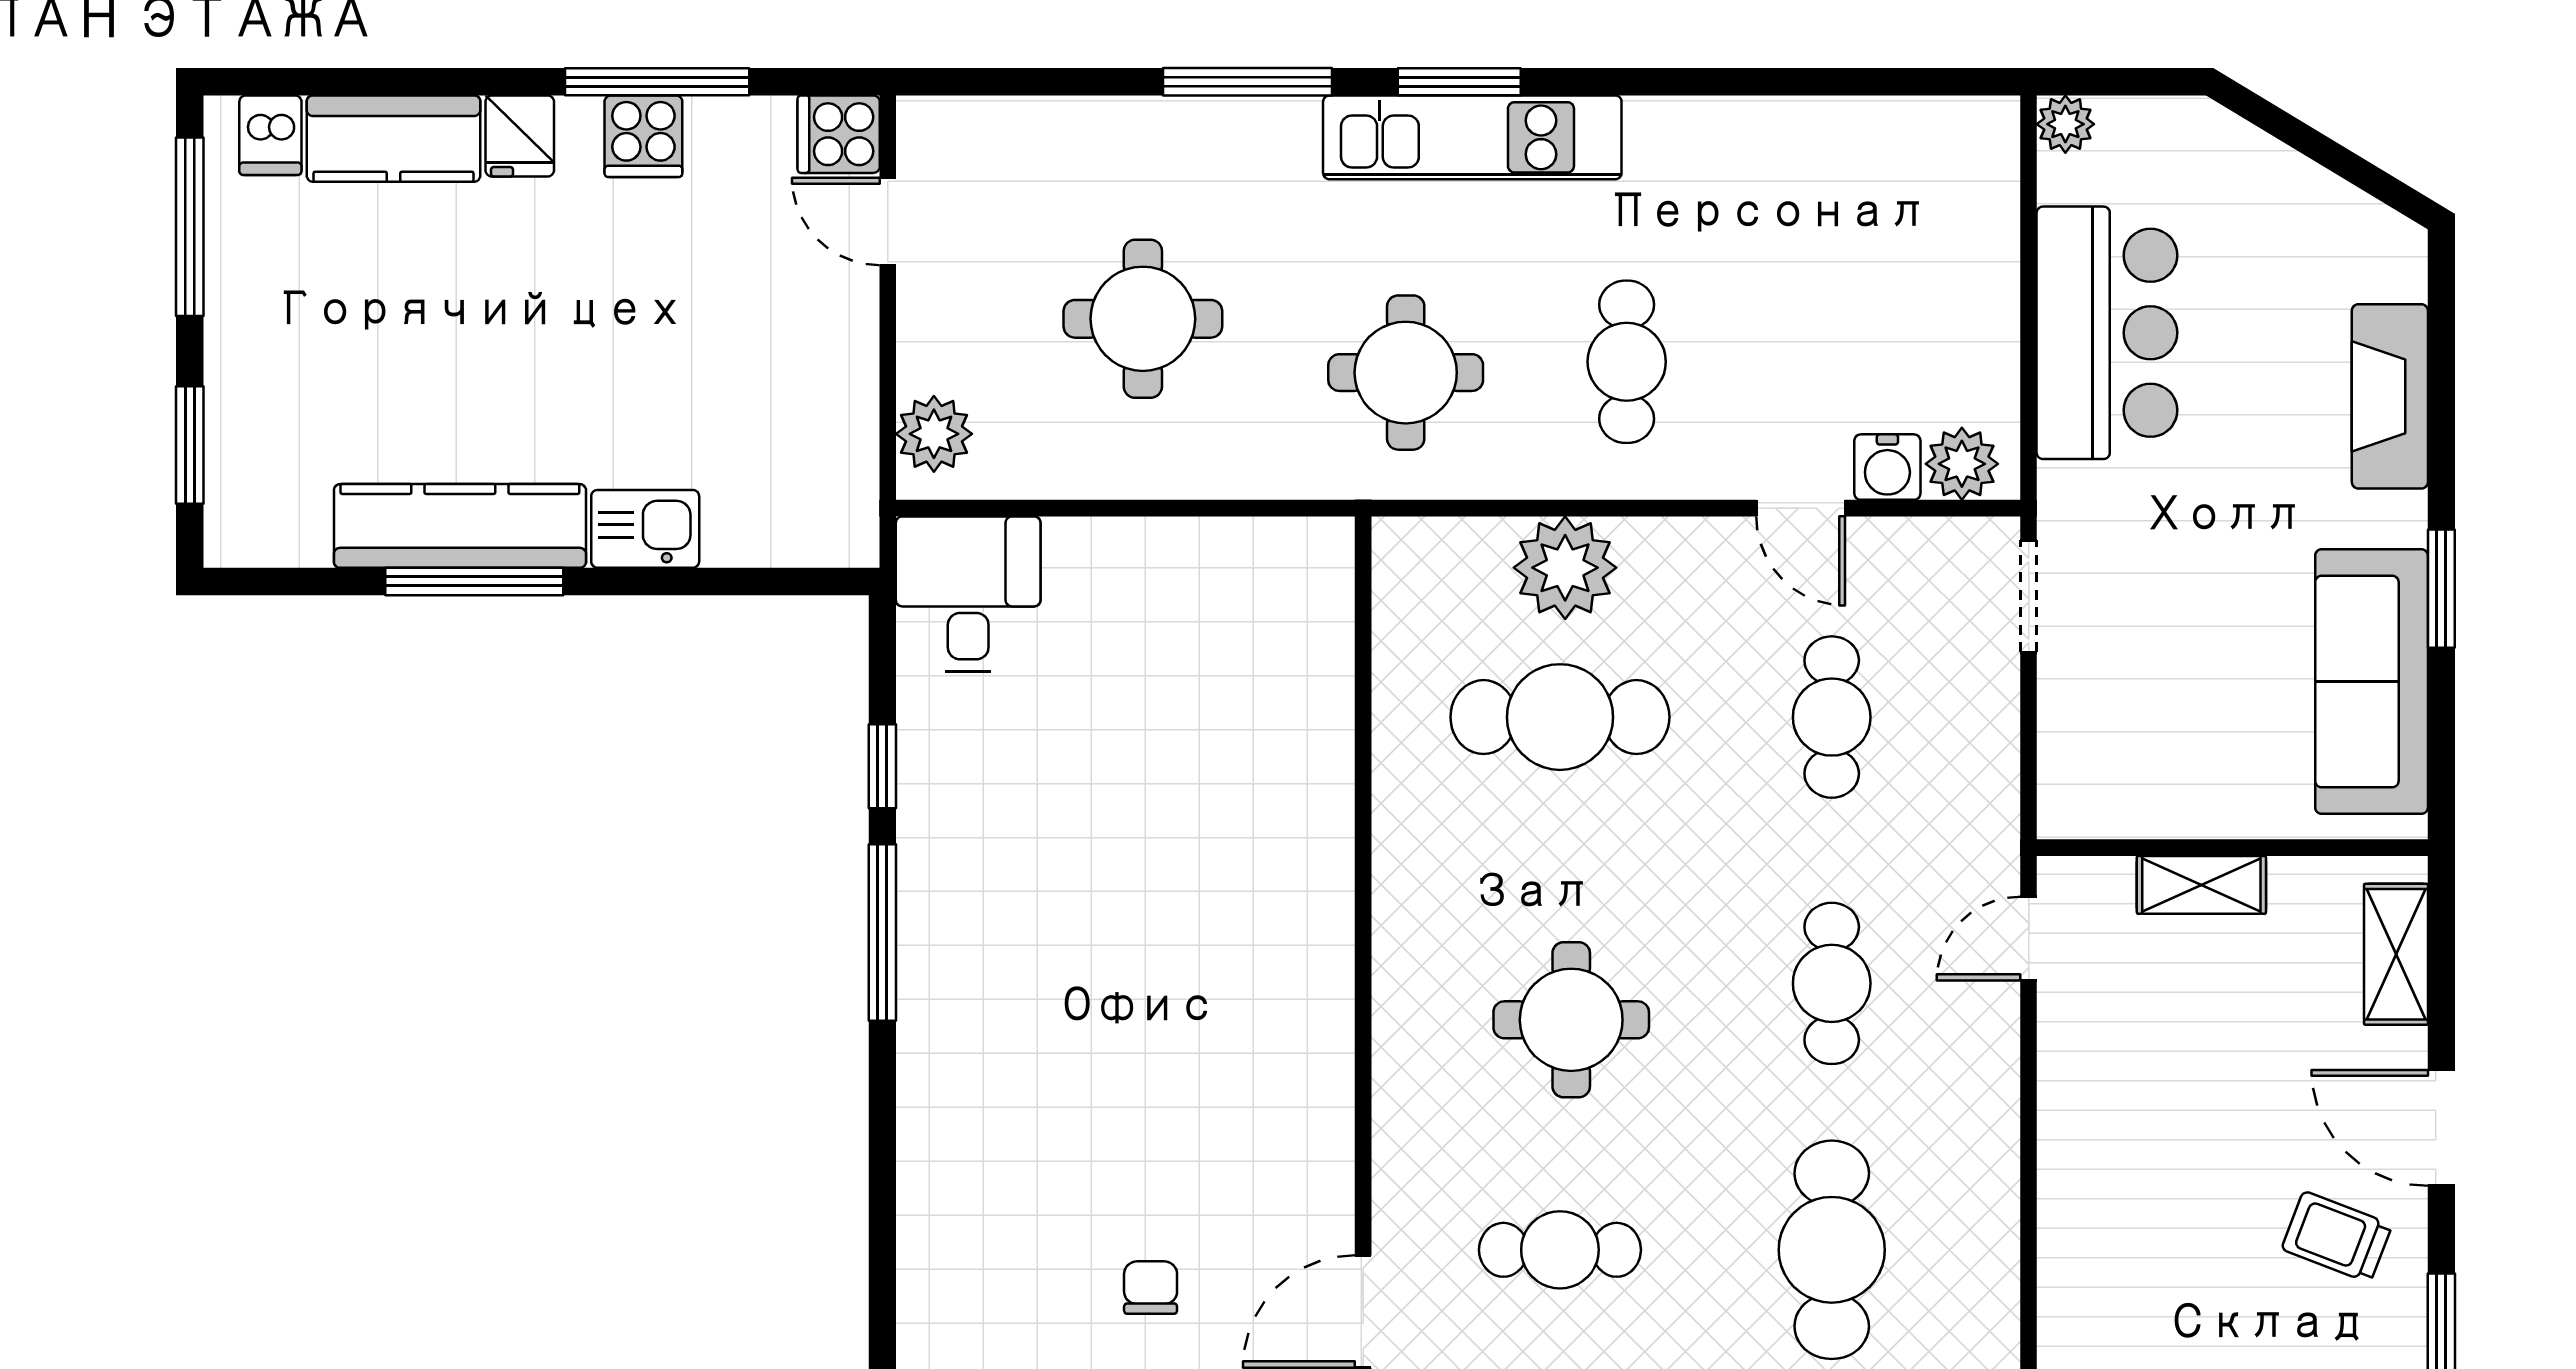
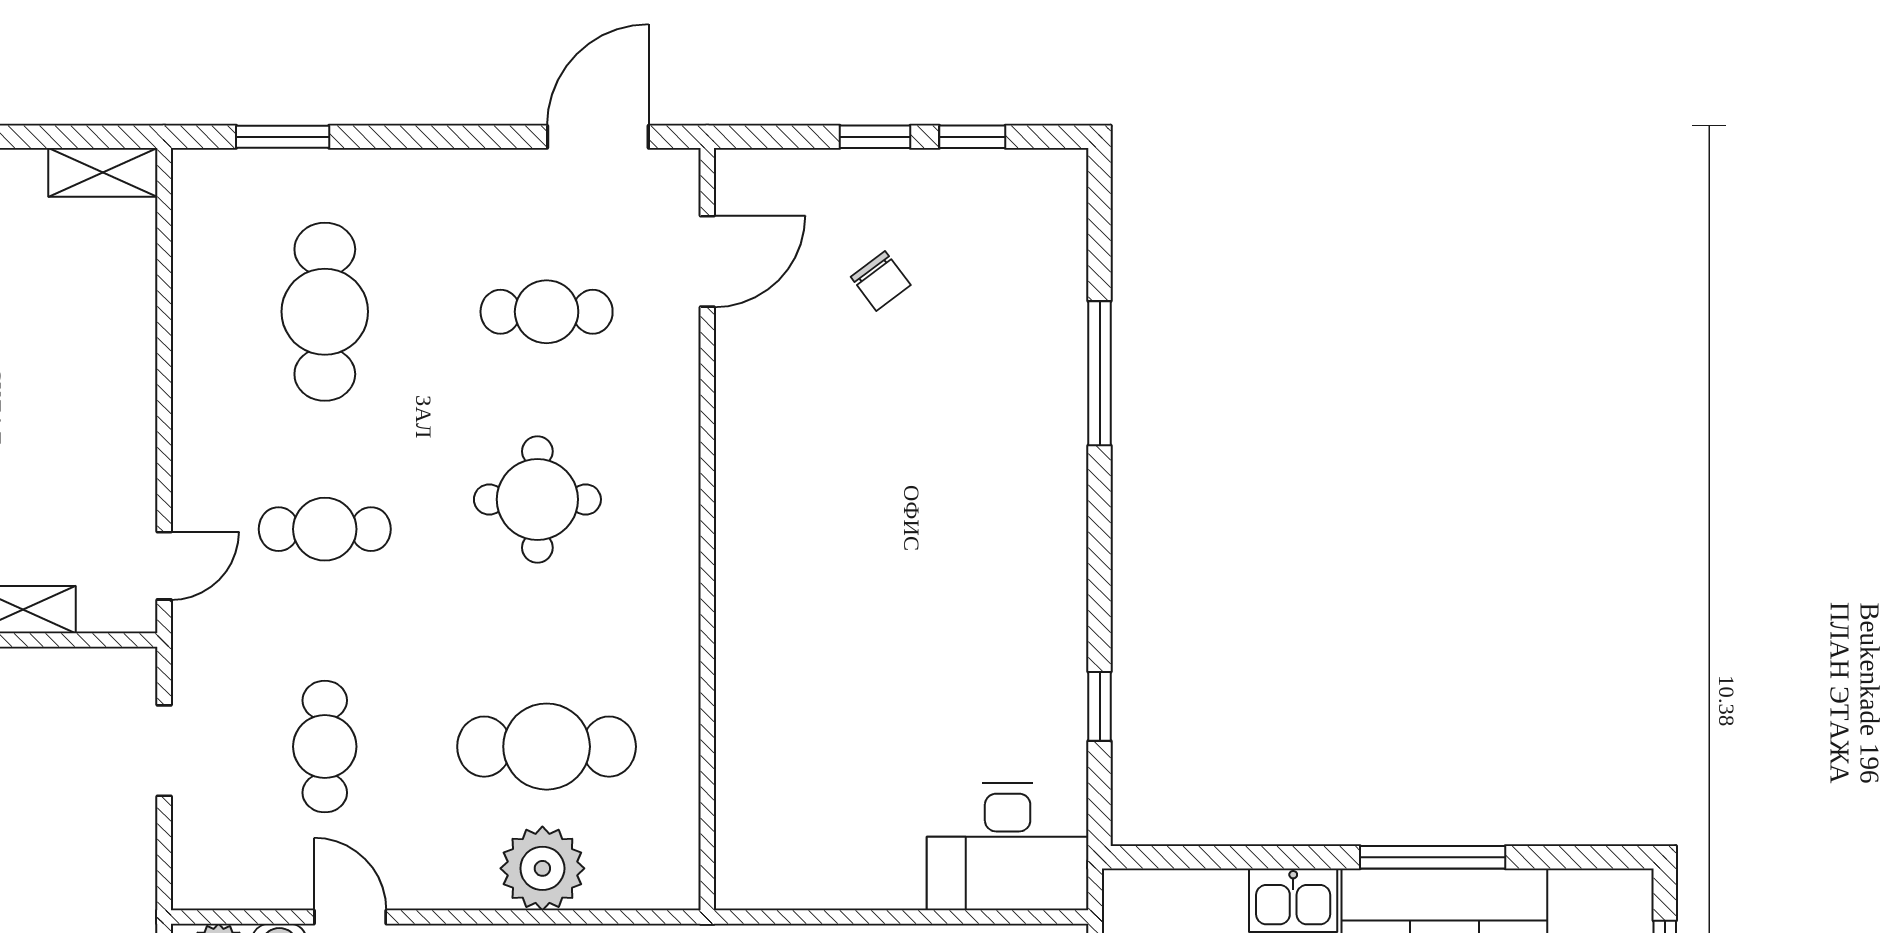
desk: (968, 594) -> (1008, 847), width x1.37
doorway: (2029, 596) -> (164, 751), moved
window: (882, 933) -> (1100, 373), moved
cafe table: (1832, 983) -> (325, 529), turned 90
chair: (1151, 1288) -> (881, 281), turned -37

